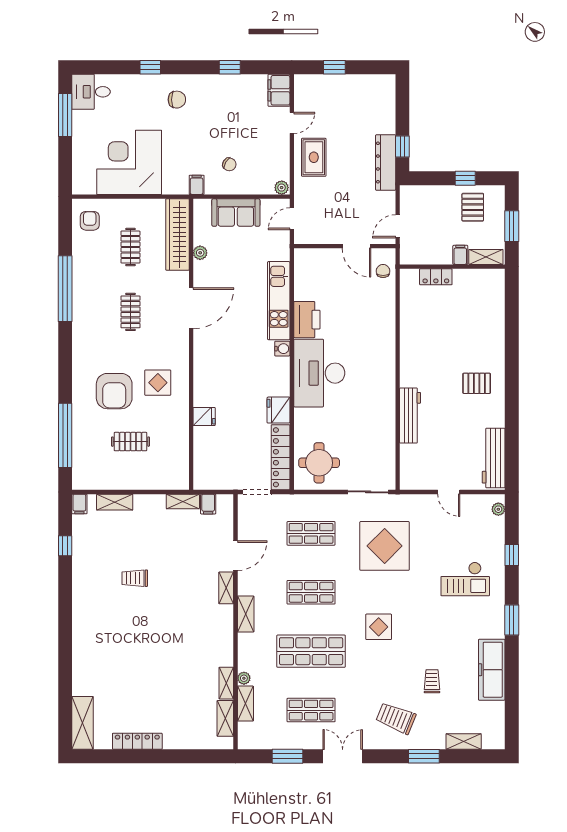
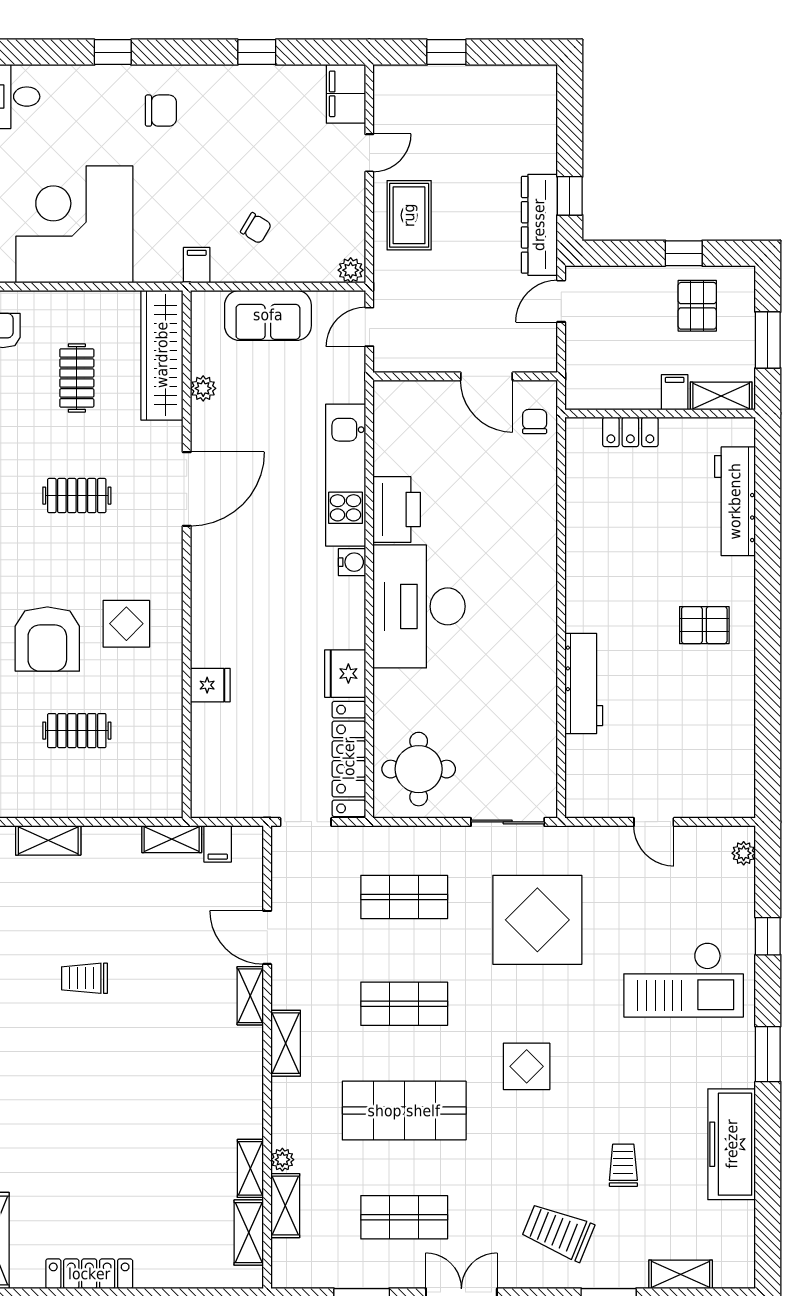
door: (398, 226) -> (561, 301), moved
clothes rail: (130, 312) -> (77, 496), turned 90
workbench: (494, 458) -> (735, 501), moved
door: (235, 556) -> (267, 937), swing flipped
checkout: (465, 579) -> (684, 980), width x1.36, depth x1.21

